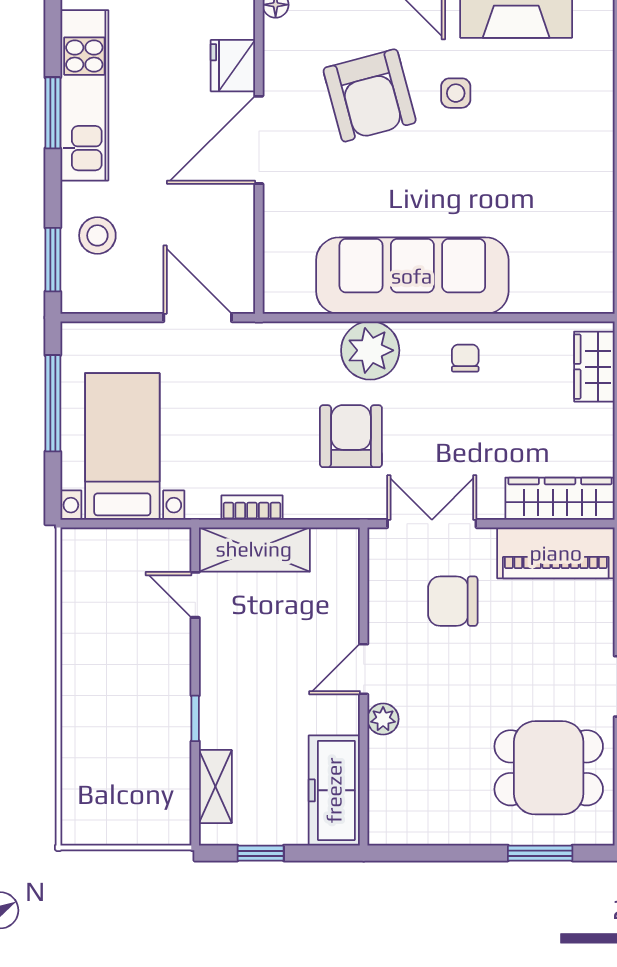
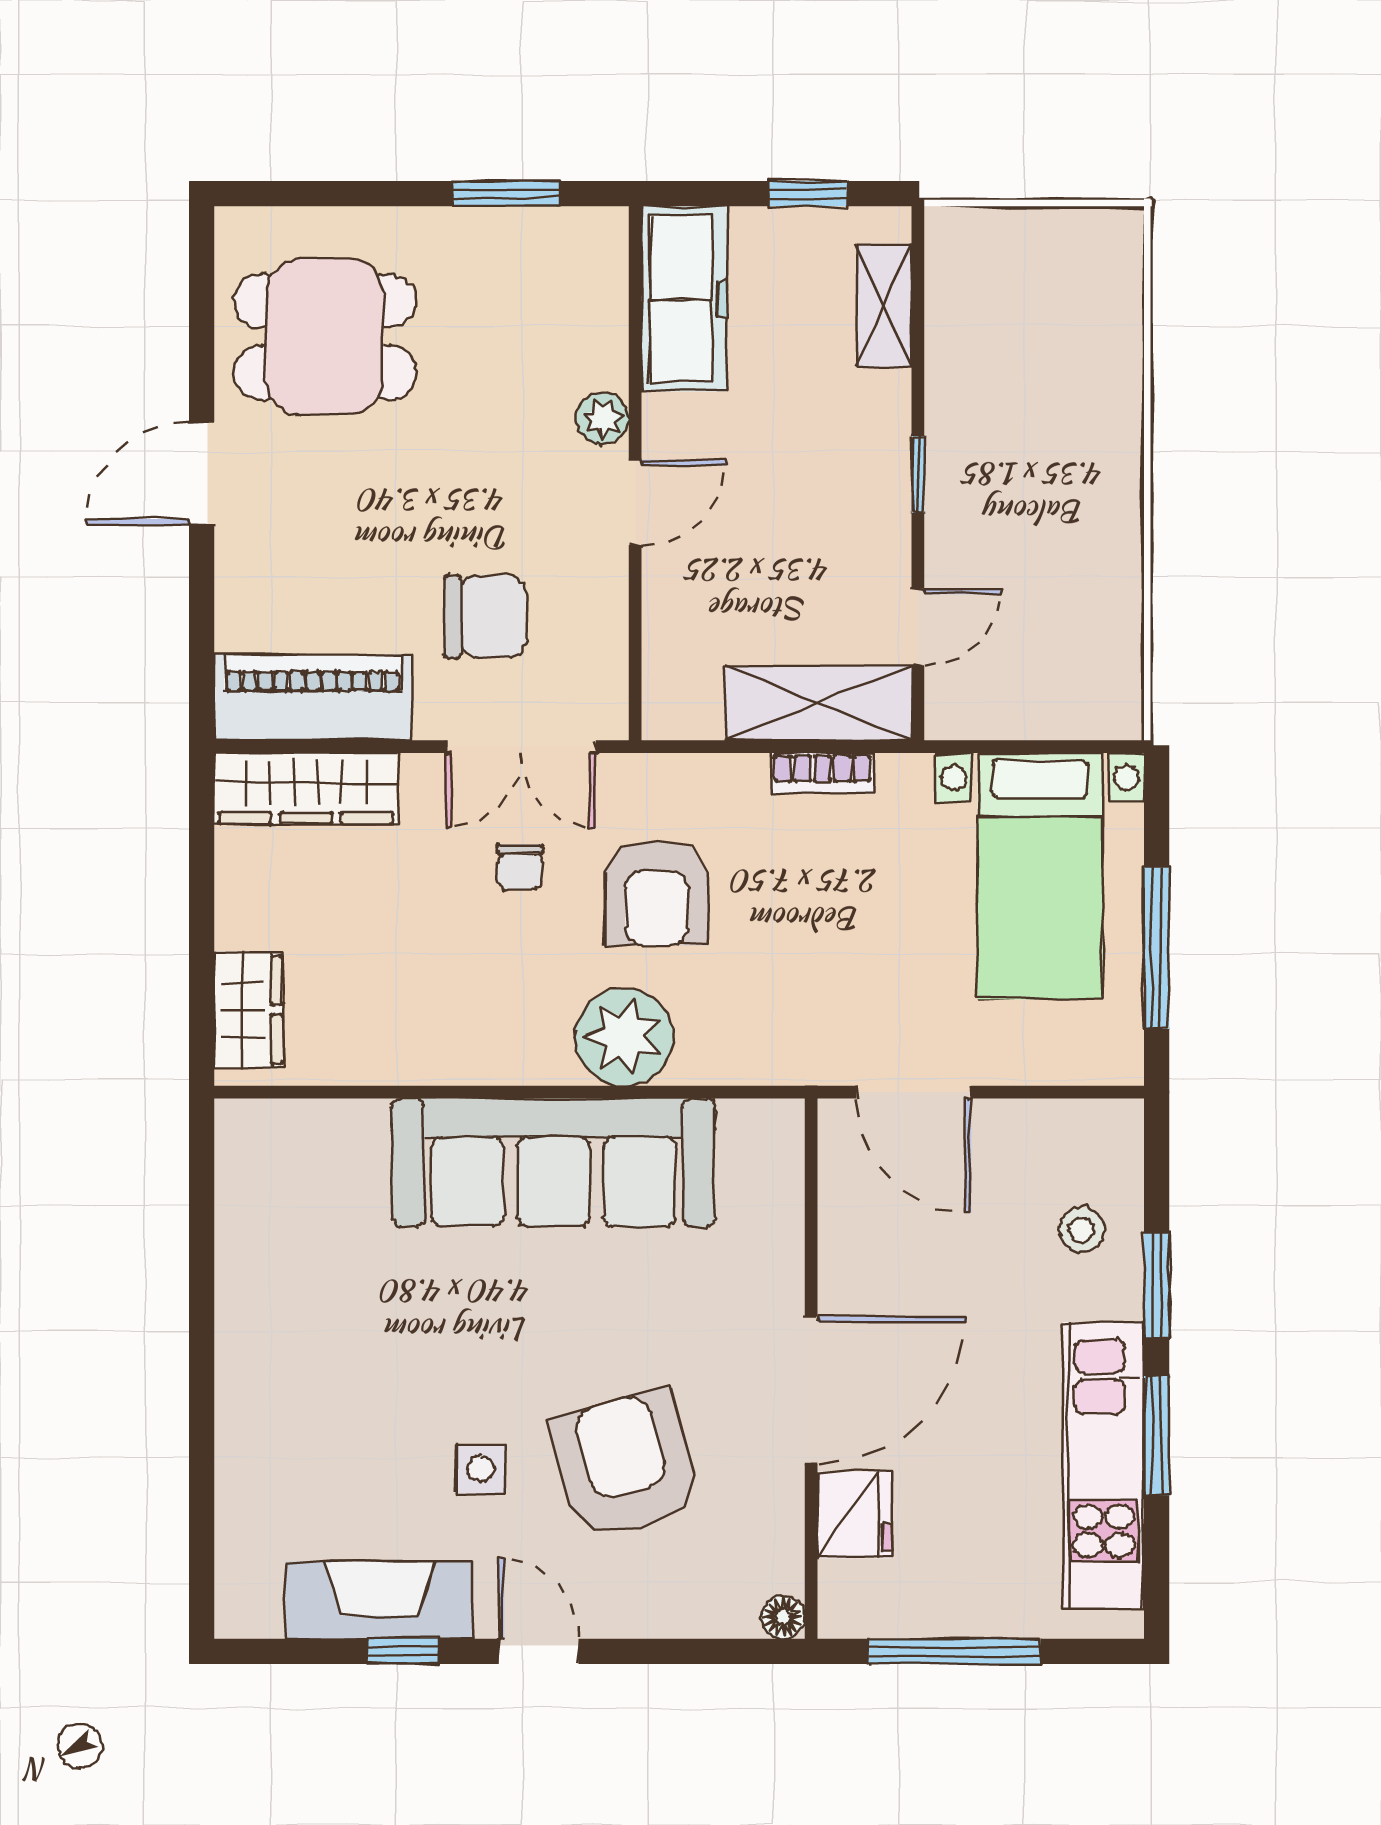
stool: (97, 235) -> (1082, 1230), width x0.73, depth x0.73
window: (53, 260) -> (1157, 1286), moved
chair: (465, 358) -> (520, 867), moved
door: (195, 595) -> (918, 627), hinge flipped
window: (195, 718) -> (918, 474), moved
window: (540, 853) -> (506, 194), moved

